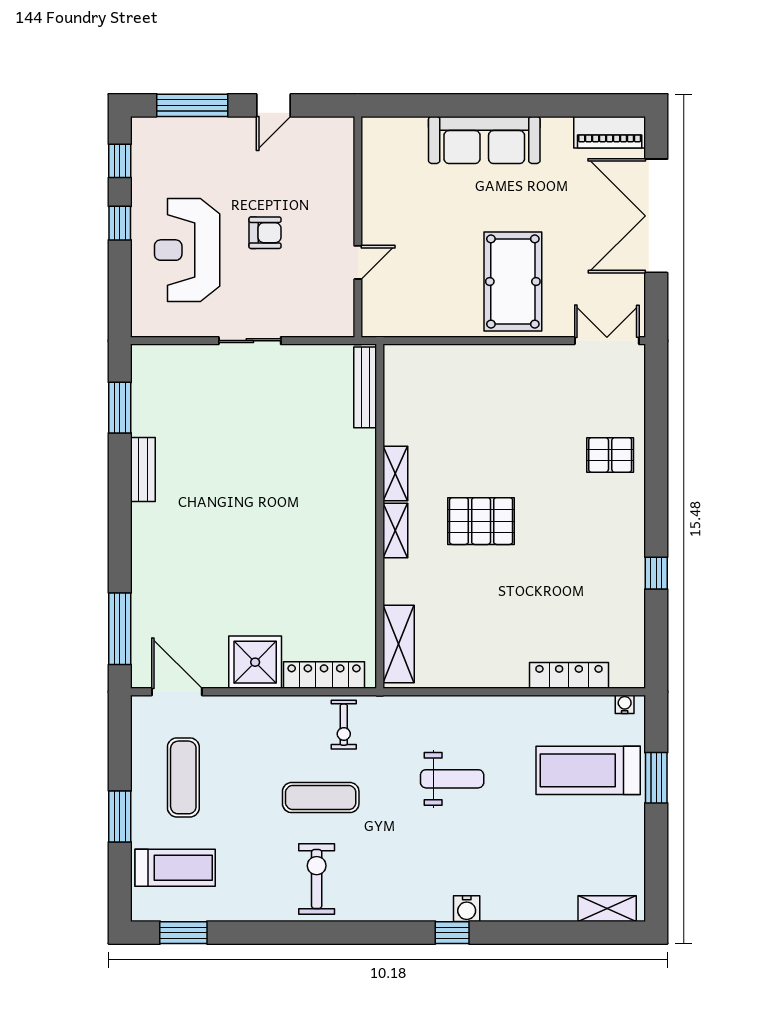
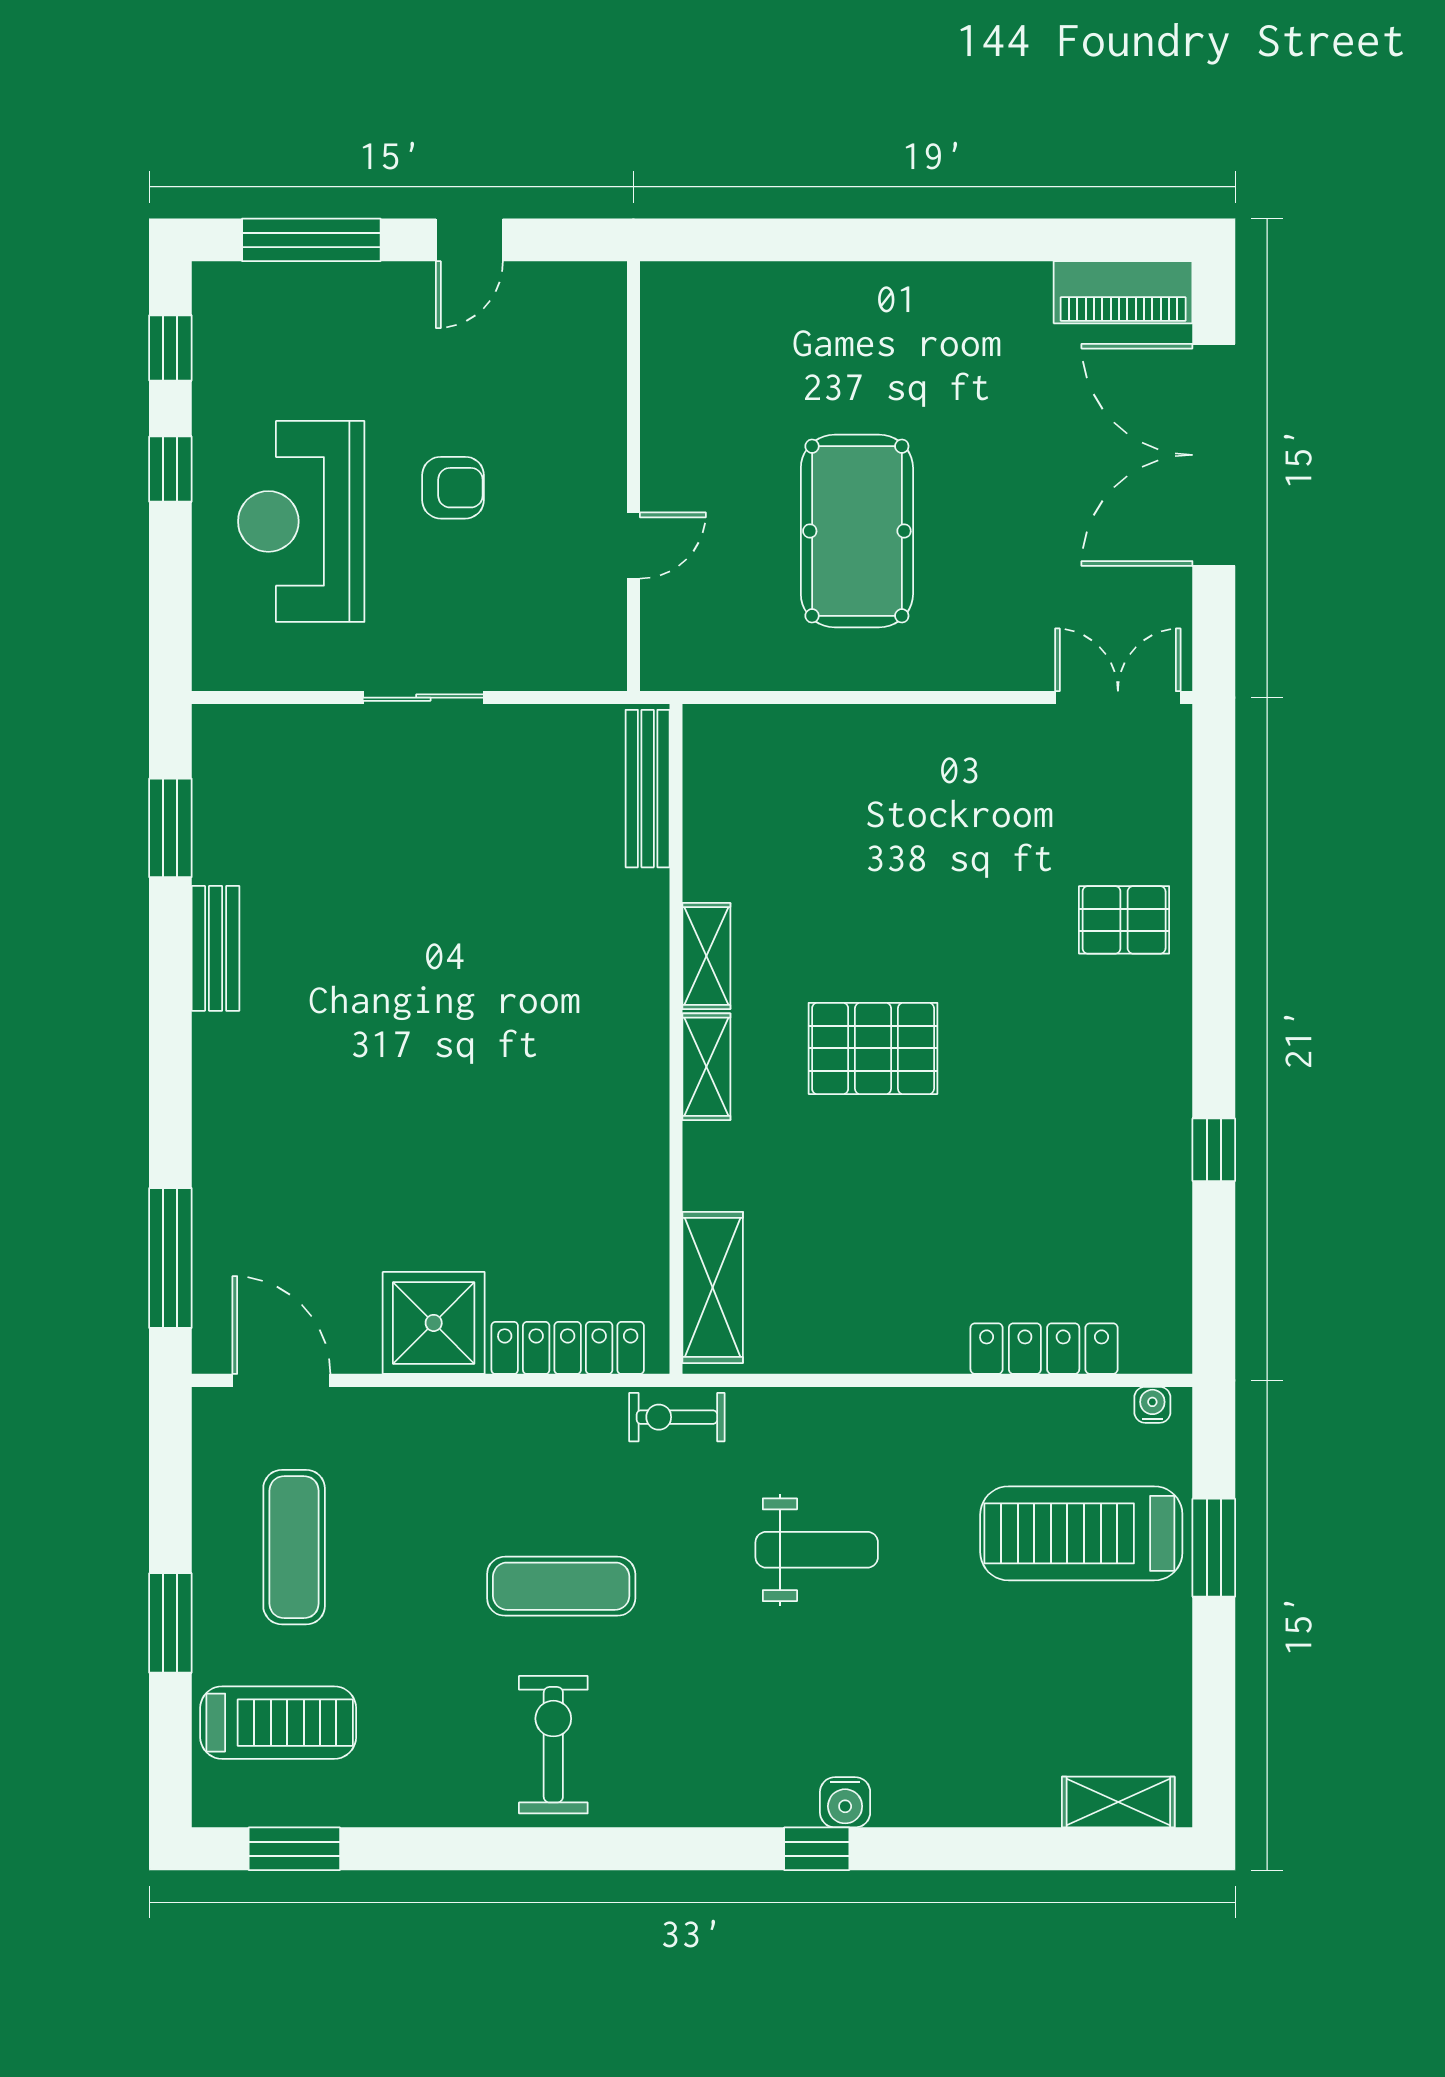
sofa: (484, 140) -> (879, 307), removed
pool table: (513, 281) -> (857, 531), moved
exercise bike: (344, 725) -> (677, 1417), moved, turned 90

